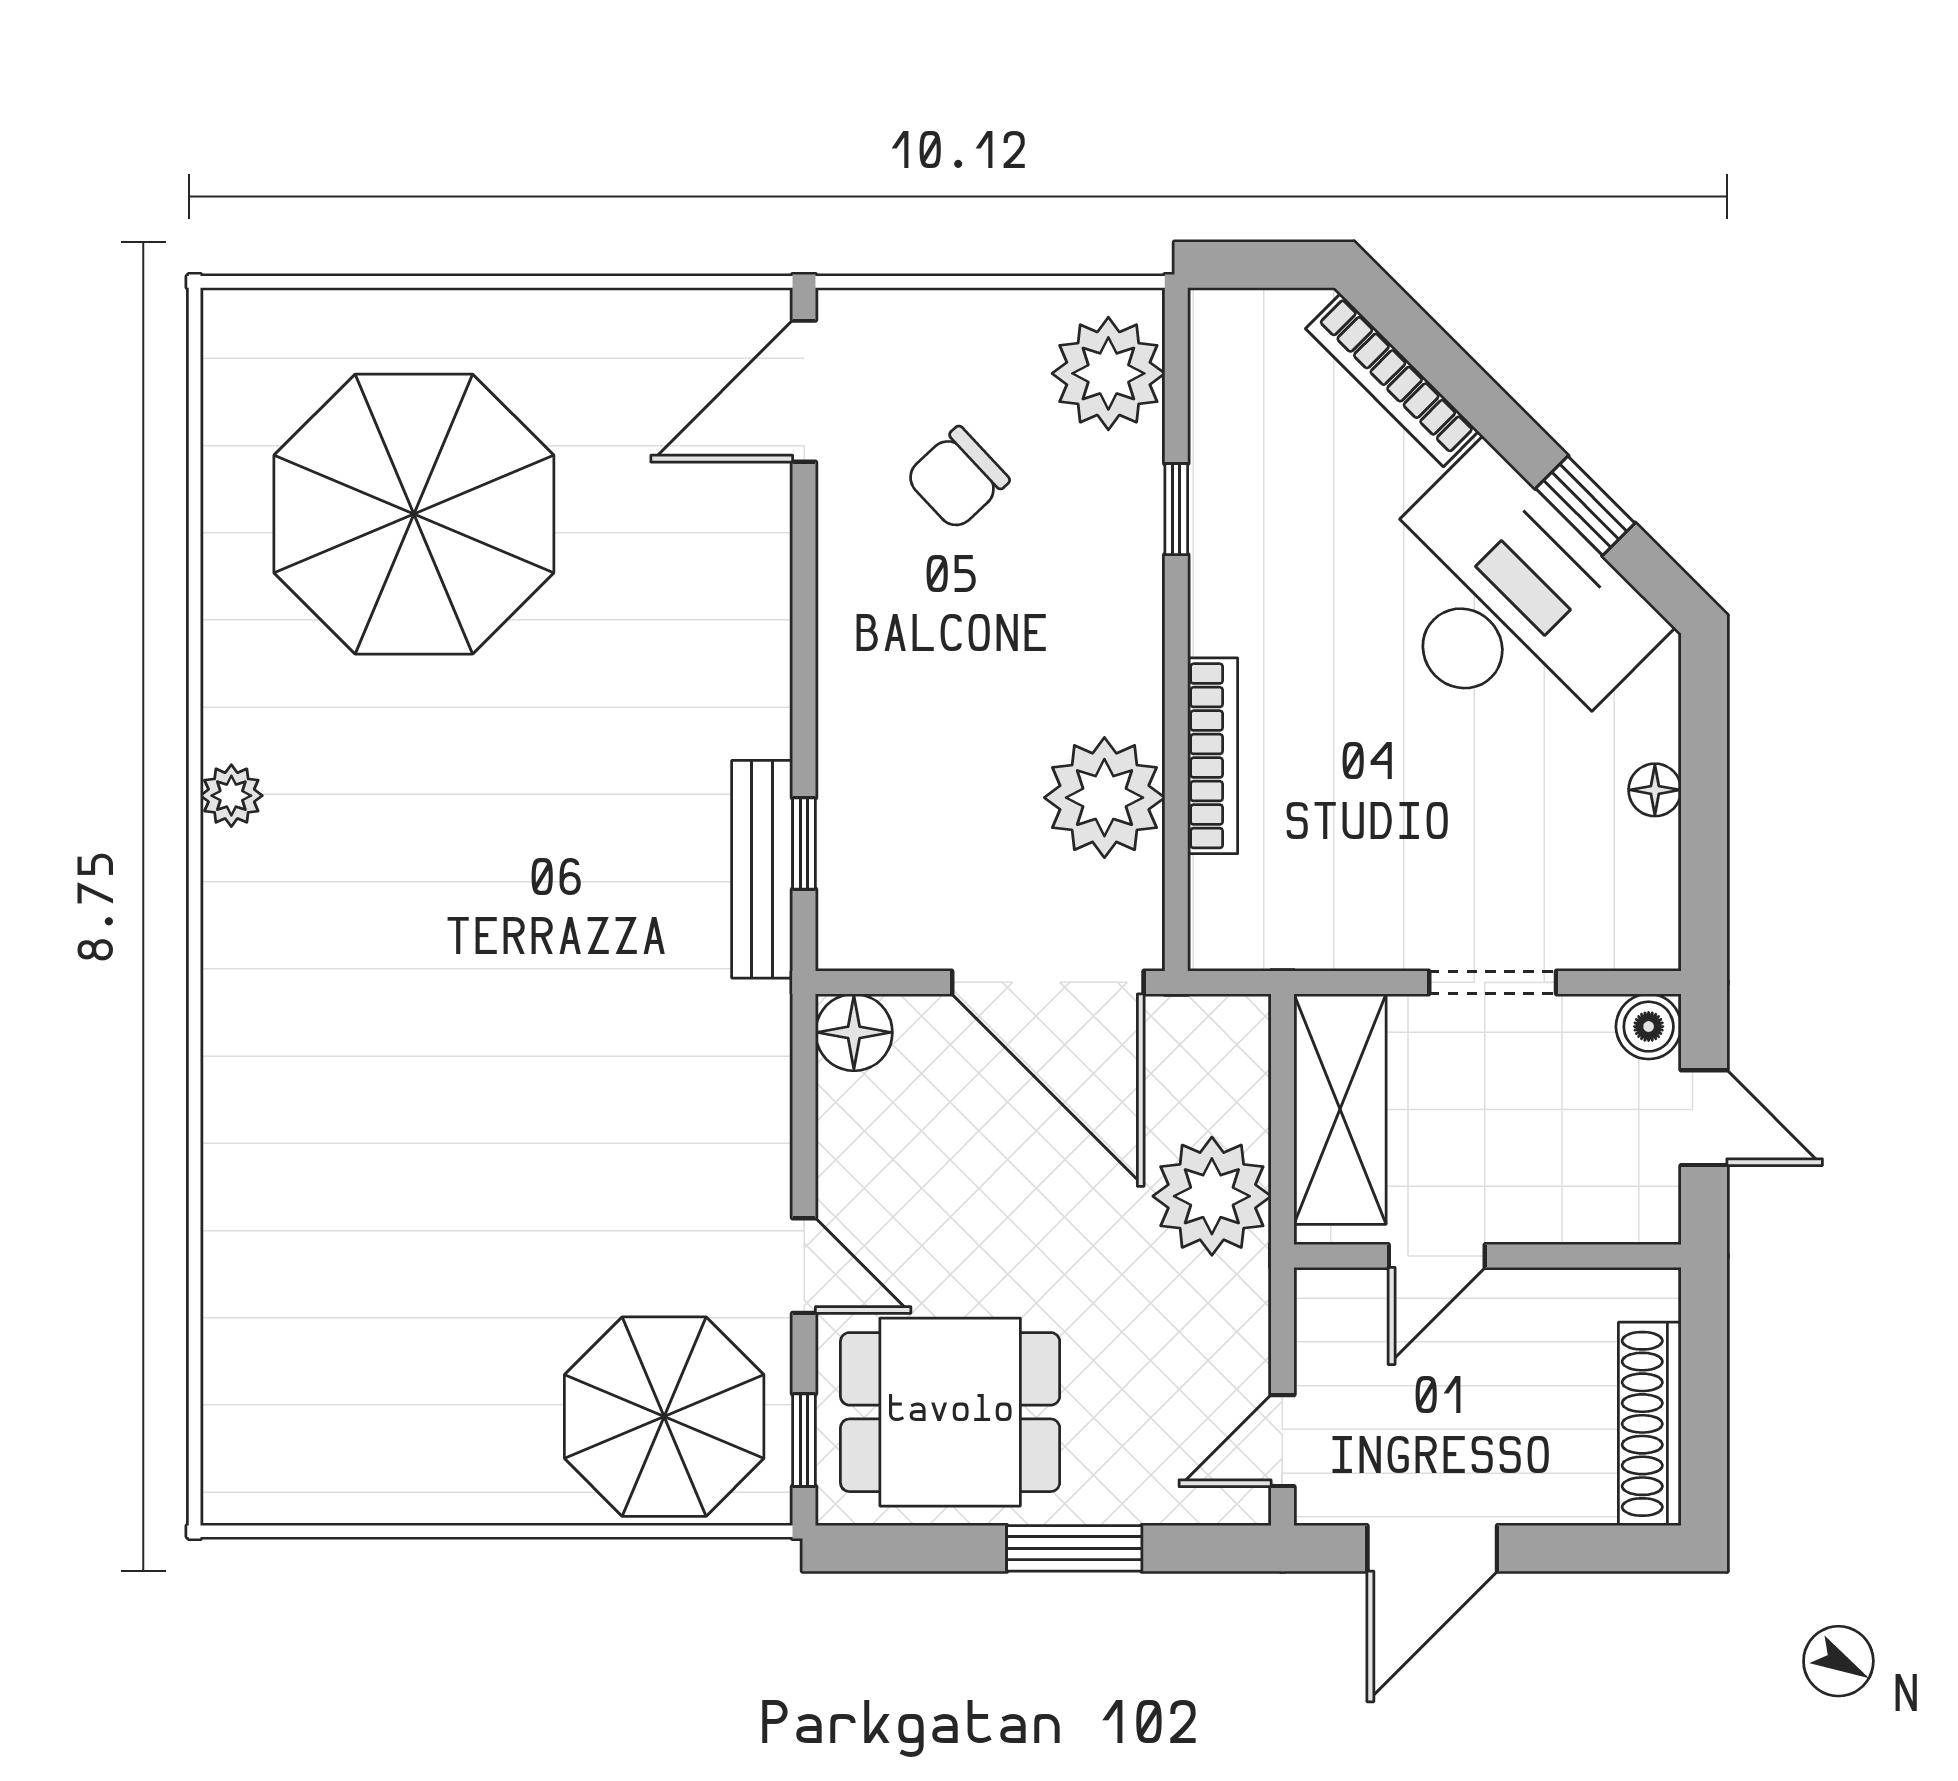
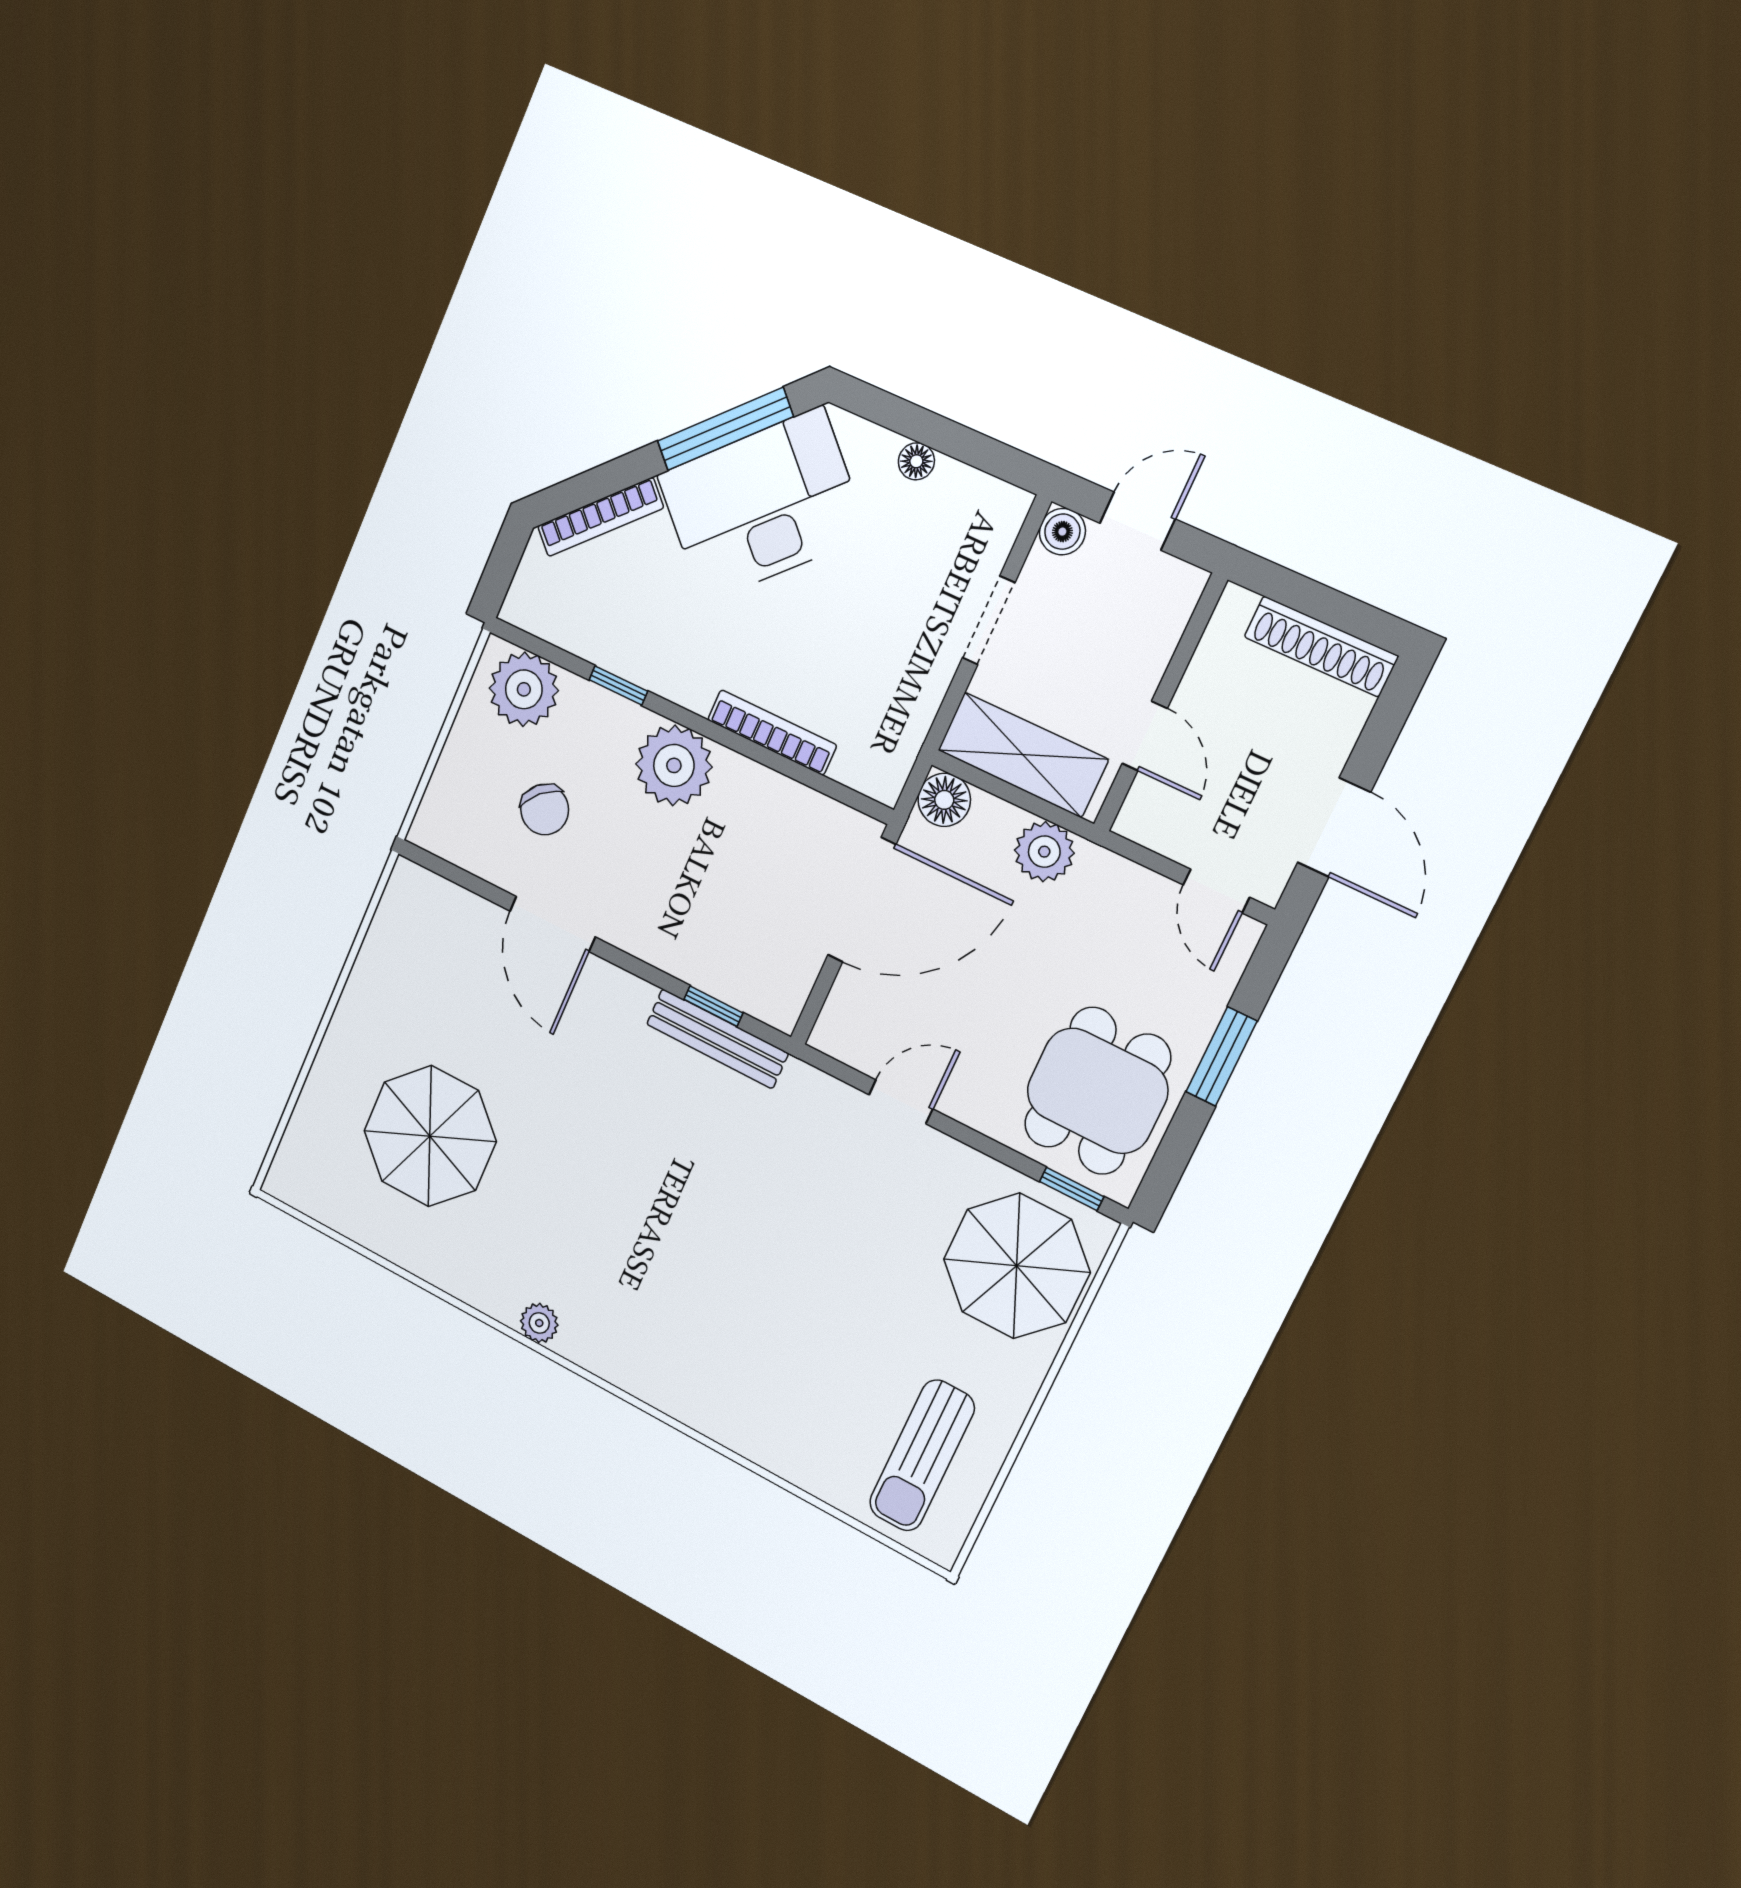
door: (804, 391) -> (552, 924), moved
window: (1585, 506) -> (725, 429), width x2.17
parasol: (414, 514) -> (430, 1136), width x0.73, depth x0.73
plant: (1104, 798) -> (674, 765), moved
floor lamp: (854, 1032) -> (944, 800), moved
plant: (1212, 1196) -> (1044, 852), width x0.73, depth x0.73
door: (804, 1266) -> (901, 1102), moved
sun lounger: (339, 1412) -> (922, 1456), added

